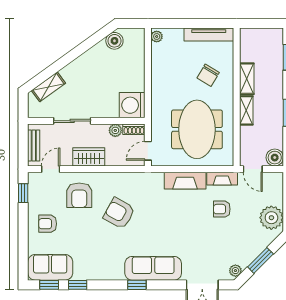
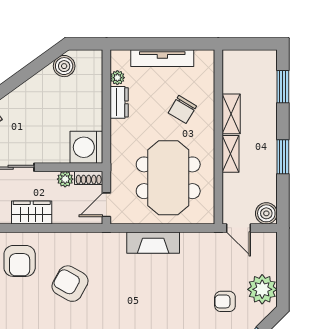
tv unit: (209, 35) -> (162, 58), moved
plant: (157, 36) -> (117, 78), moved
dresser: (158, 70) -> (119, 102), added
fireplace: (222, 179) -> (200, 240), removed
armchair: (222, 209) -> (225, 301), moved

